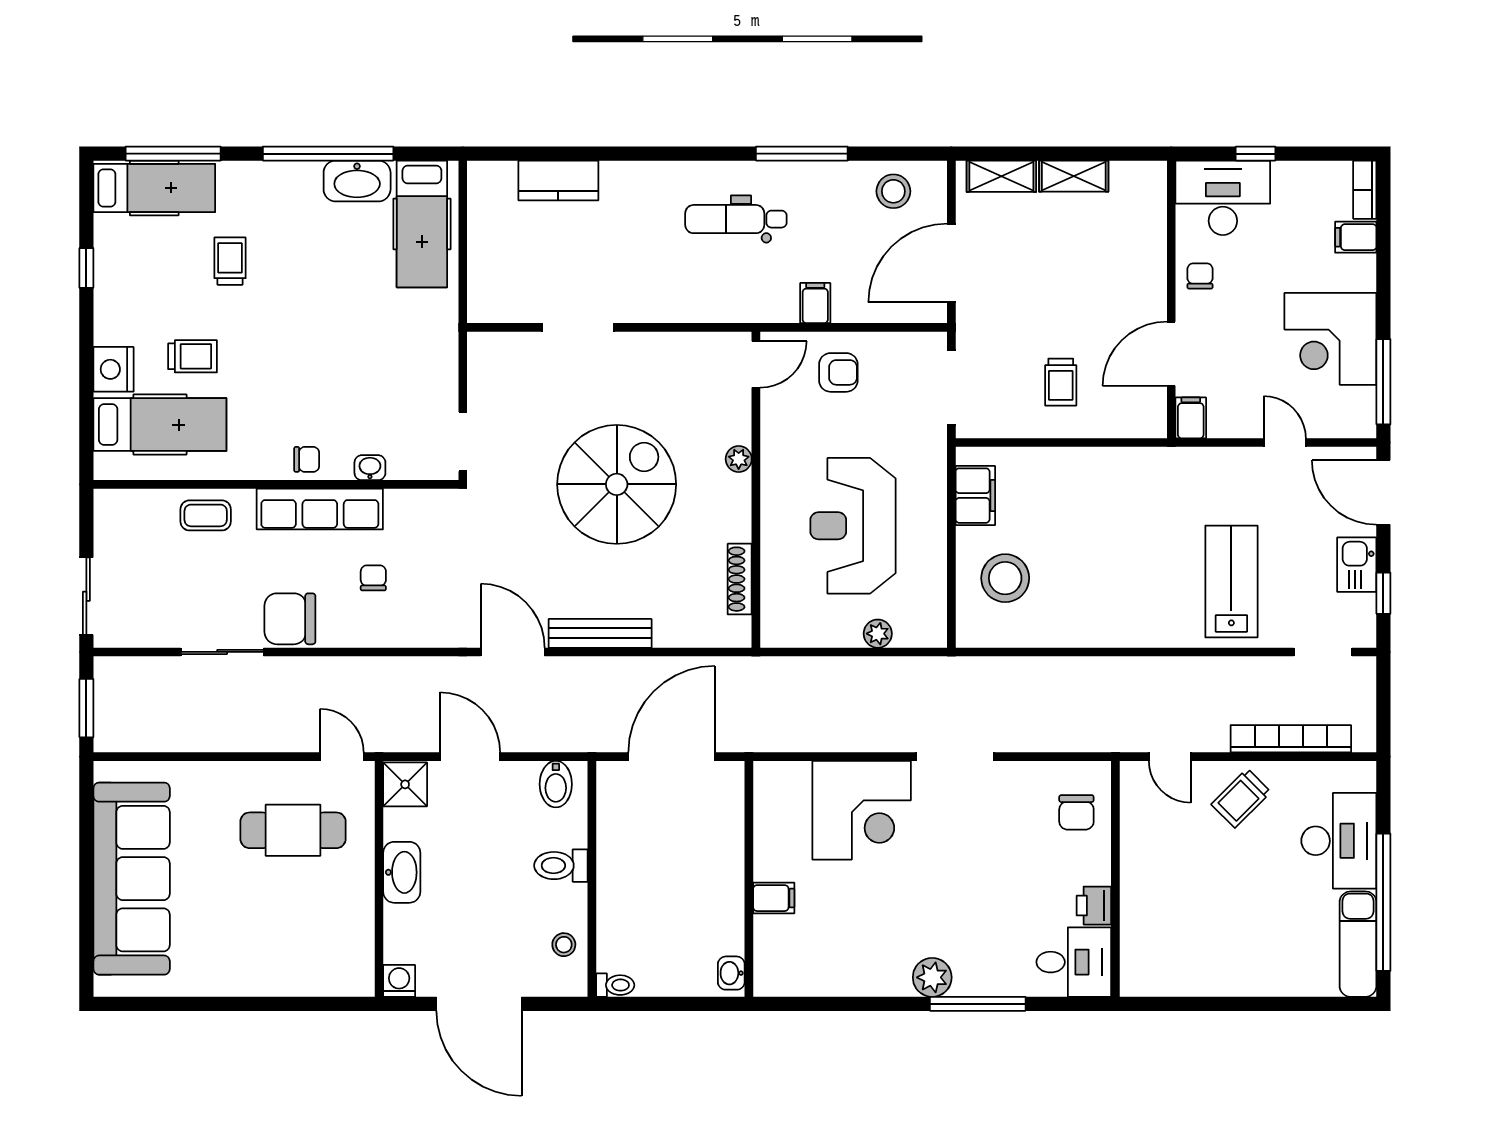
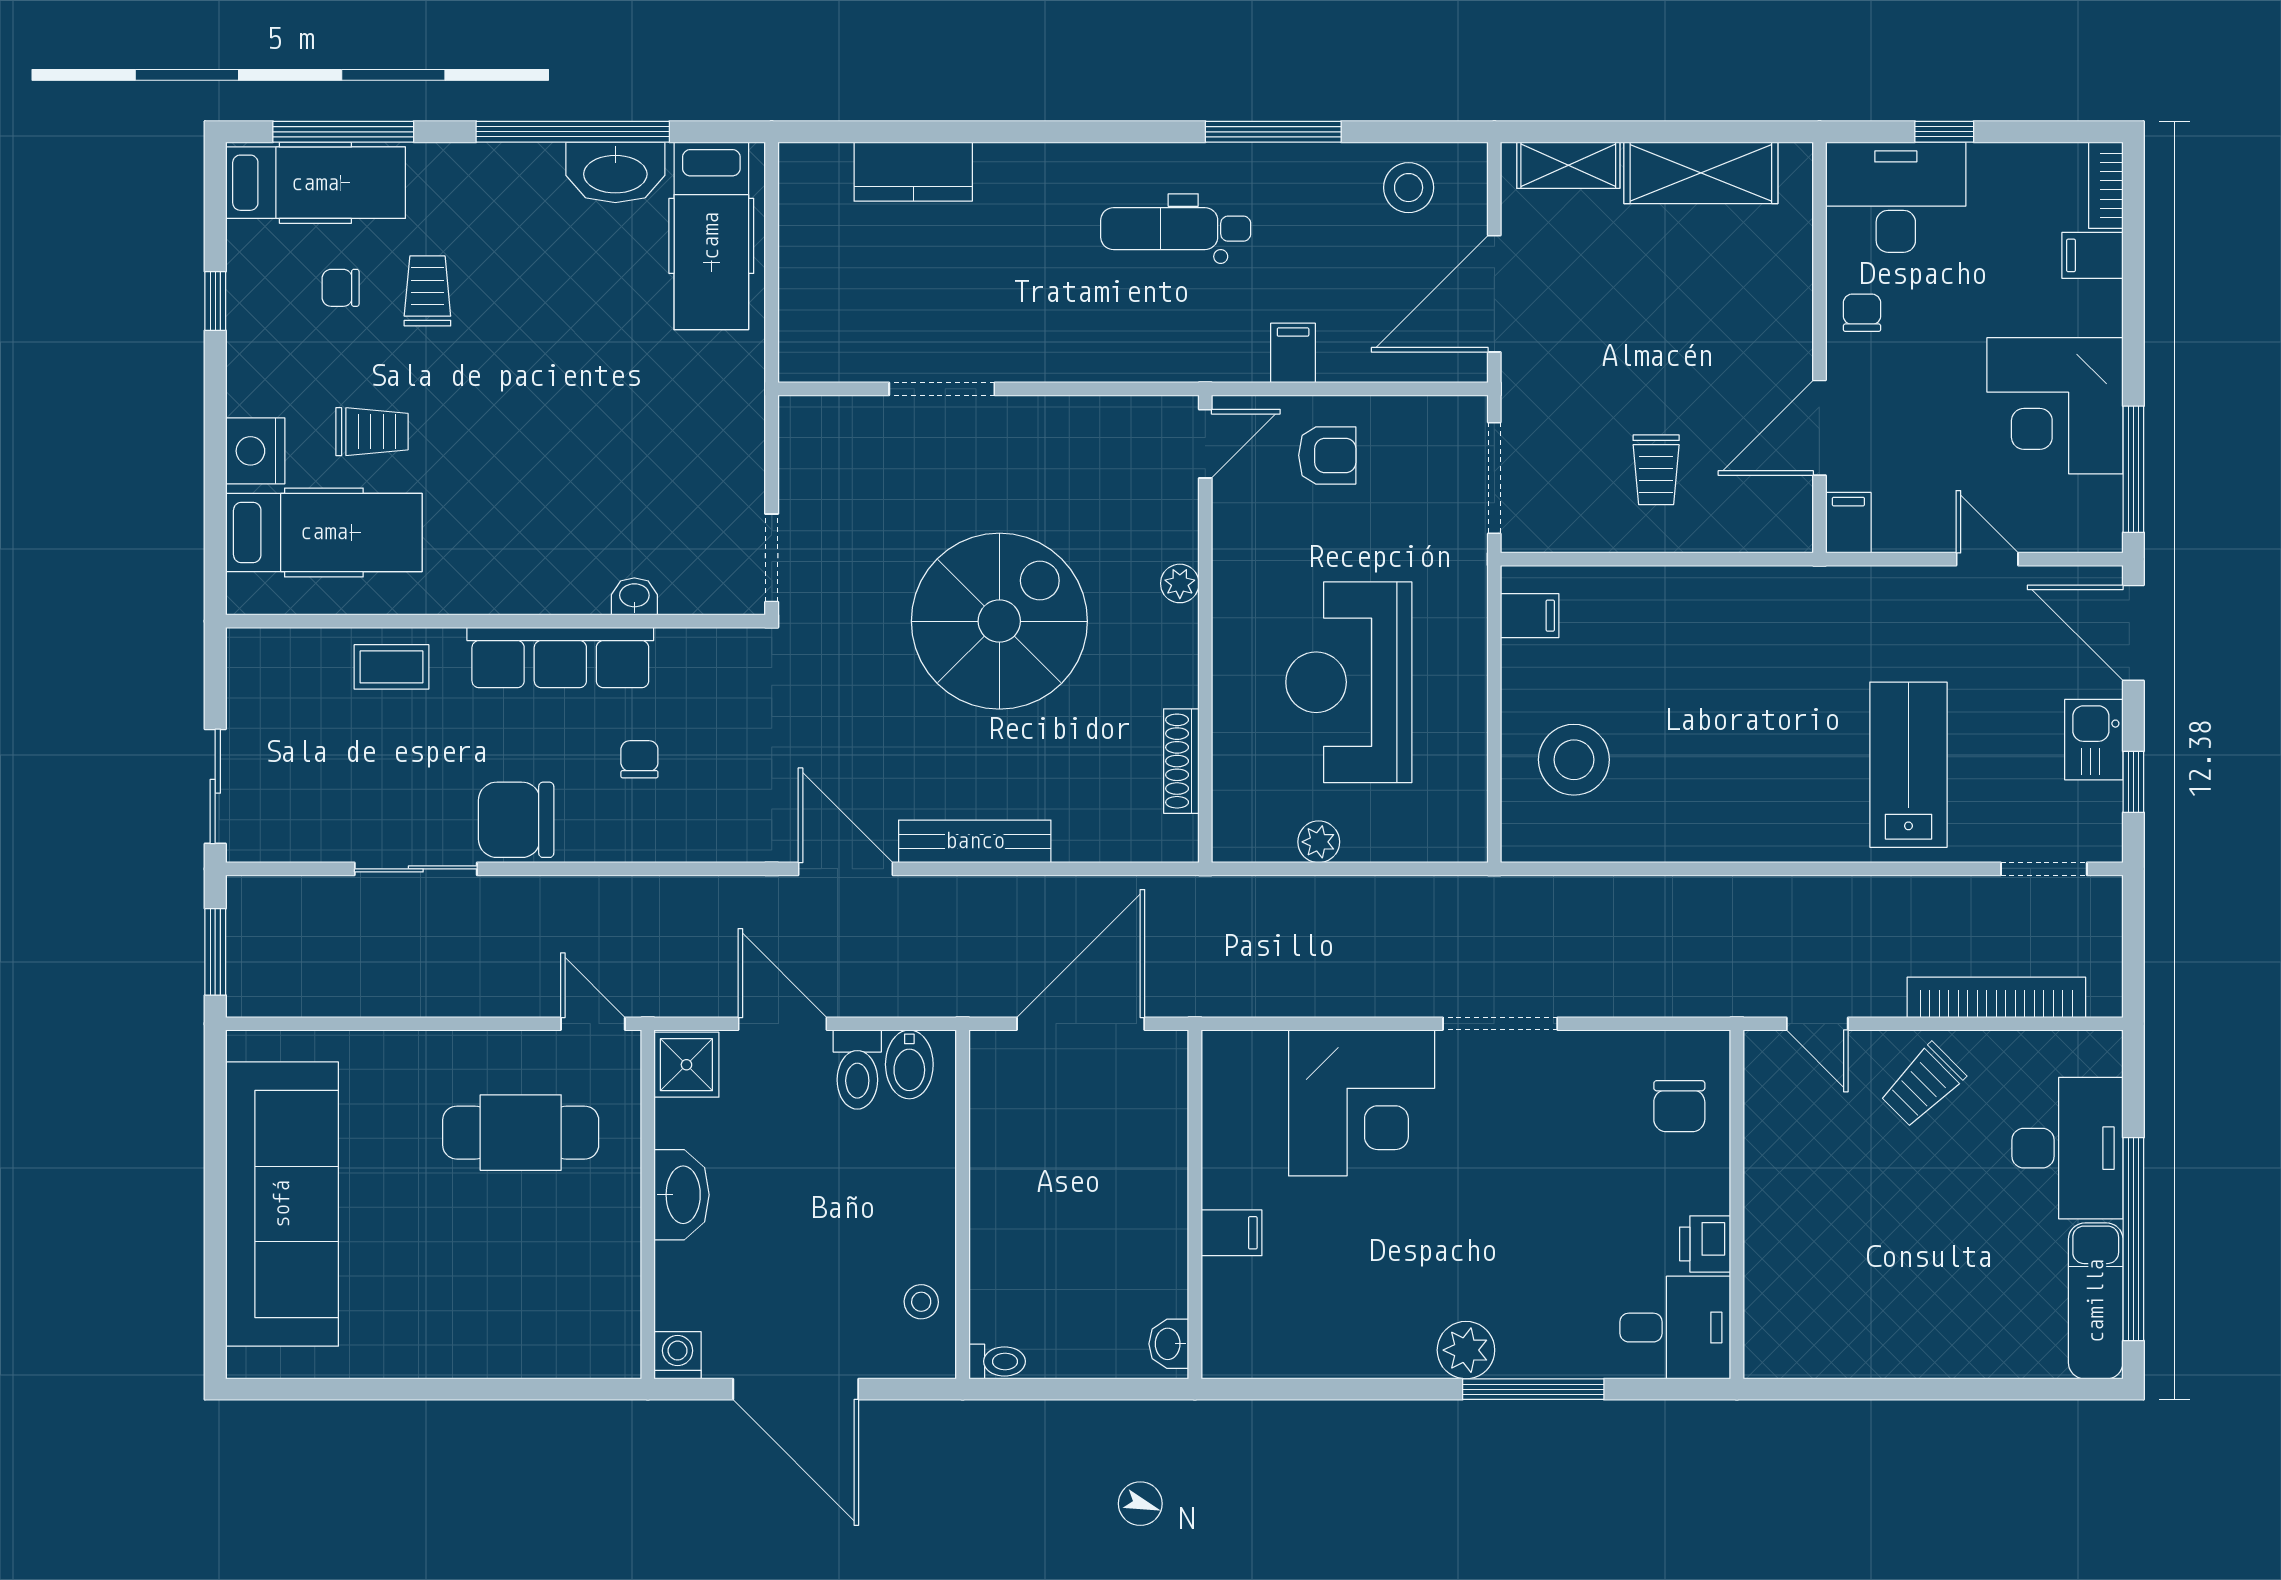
shelving: (1074, 176) -> (1701, 173), width x1.50, depth x1.33
chair: (307, 459) -> (341, 288), moved, turned 180
filing cabinet: (975, 496) -> (1530, 616), width x0.50
plant: (878, 634) -> (1319, 842), moved
toilet: (561, 866) -> (857, 1070), moved, turned -90

